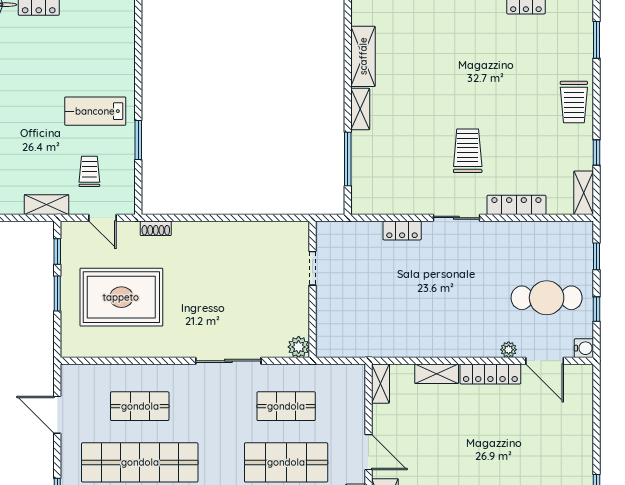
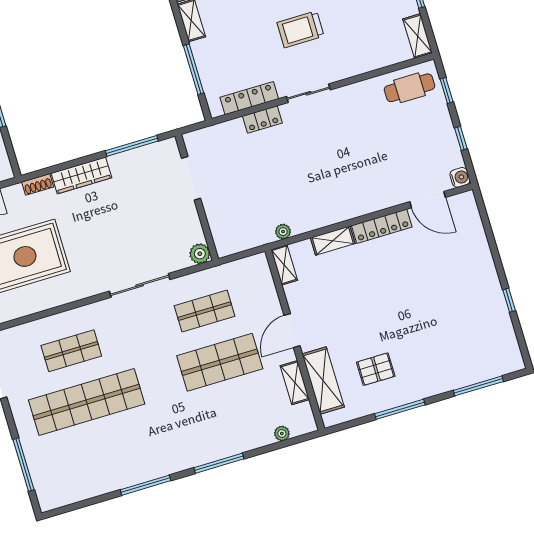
trolley: (468, 151) -> (301, 29), turned -90
locker: (516, 205) -> (249, 98), moved
window: (262, 218) -> (132, 146), added
wardrobe: (203, 232) -> (81, 175), added
doorway: (312, 268) -> (191, 178), width x1.38
cafe table: (547, 298) -> (410, 88), moved, width x0.73, depth x0.74
plant: (509, 350) -> (283, 232), moved
door: (368, 452) -> (292, 331), swing flipped

